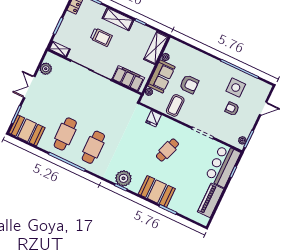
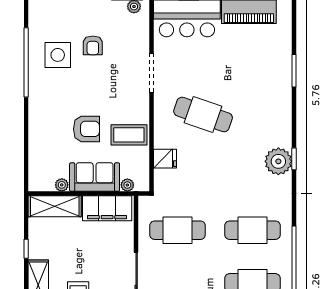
filing cabinet: (128, 78) -> (107, 208), moved, turned -90
armchair: (189, 84) -> (86, 129), turned 90
cafe table: (112, 107) -> (178, 230), added
cafe table: (167, 150) -> (203, 114), width x1.37, depth x1.35
booth: (157, 191) -> (274, 101), removed

